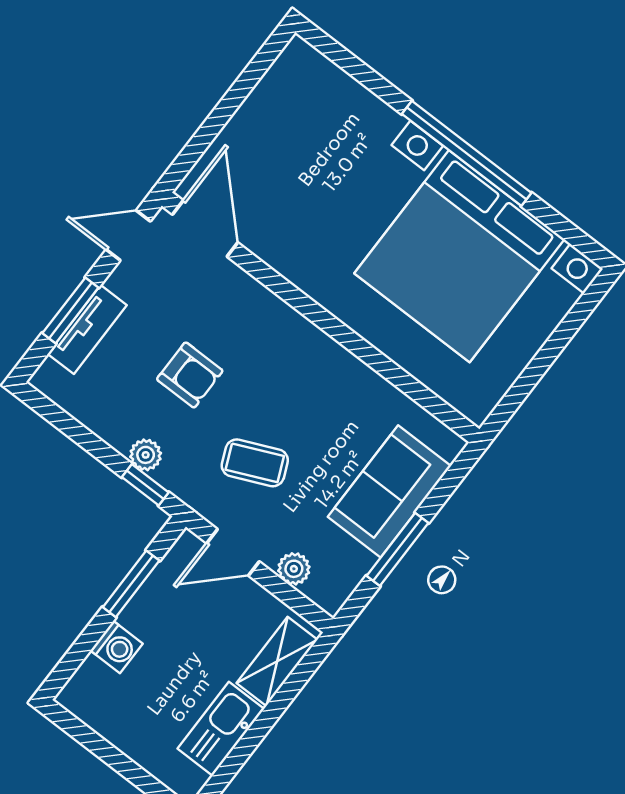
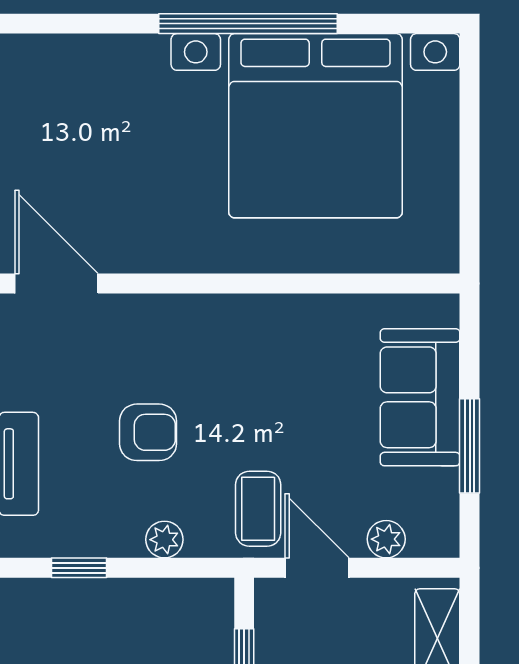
coffee table: (255, 463) -> (258, 509), moved, turned -66
window: (145, 485) -> (79, 568), moved
door: (233, 552) -> (317, 568), swing flipped

